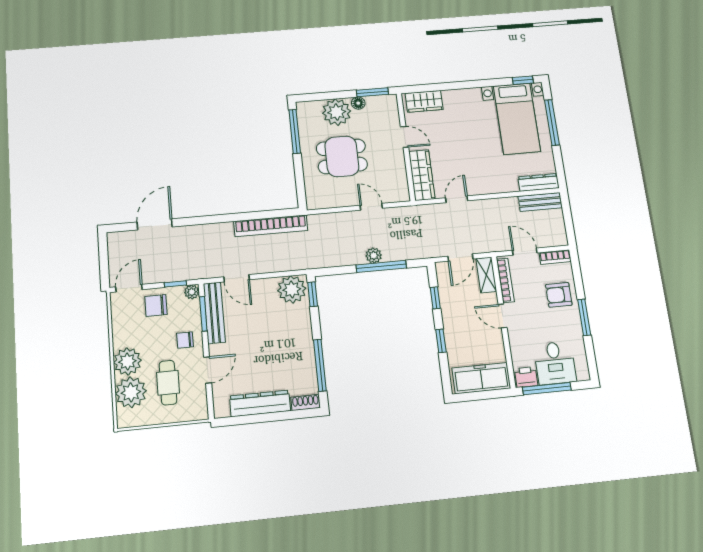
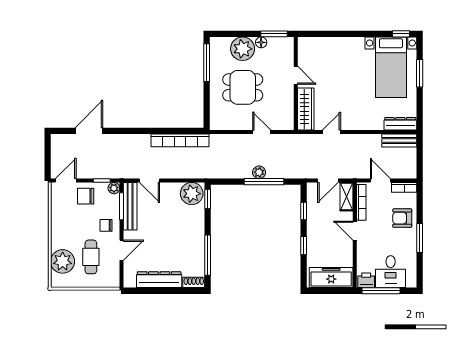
wardrobe: (424, 101) -> (316, 45), removed
window: (552, 122) -> (420, 73), width x0.69
plant: (127, 361) -> (61, 238), removed

